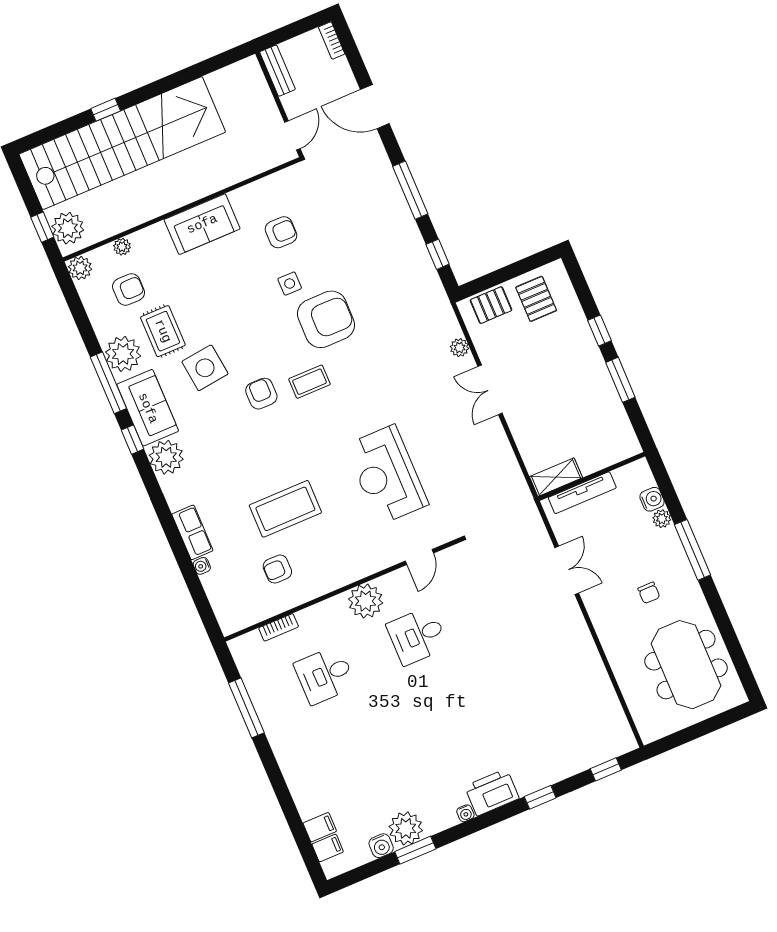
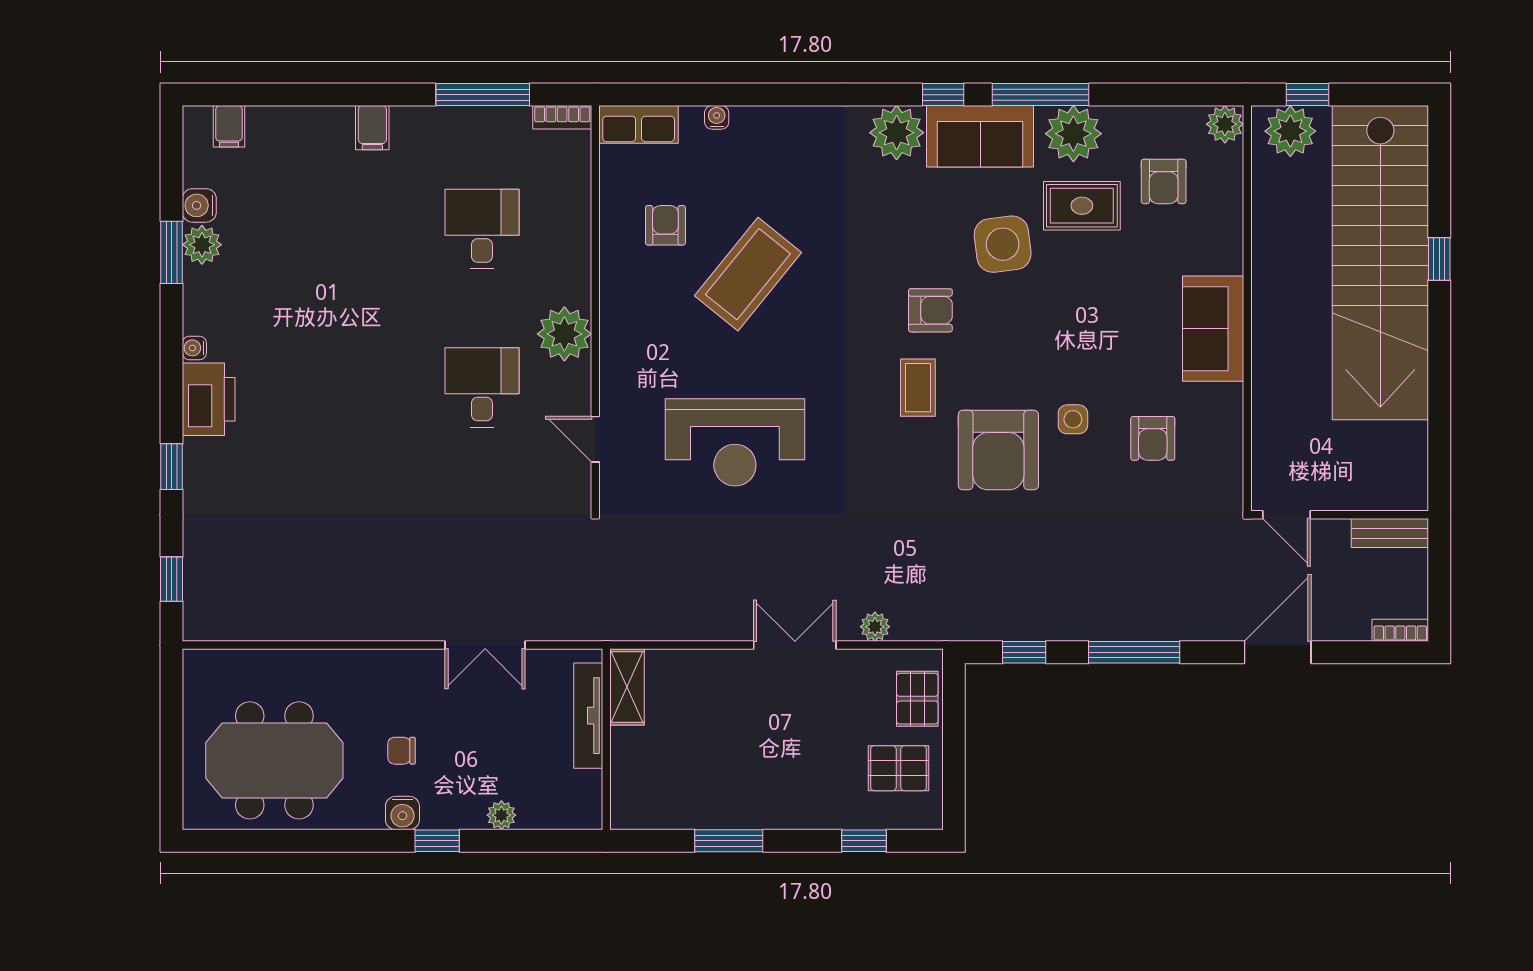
plant: (122, 247) -> (1230, 198), removed
window: (599, 330) -> (864, 841), moved
reception desk: (387, 475) -> (735, 442), turned 180
water cooler: (652, 499) -> (402, 813), moved
coffee table: (285, 509) -> (748, 274), turned 39
row of seats: (192, 532) -> (639, 124), moved
window: (693, 550) -> (437, 841), width x0.46
bookcase: (279, 627) -> (562, 117), moved, turned -90
filing cabinet: (320, 827) -> (372, 128), moved
plant: (406, 828) -> (202, 245), width x0.73, depth x0.73

